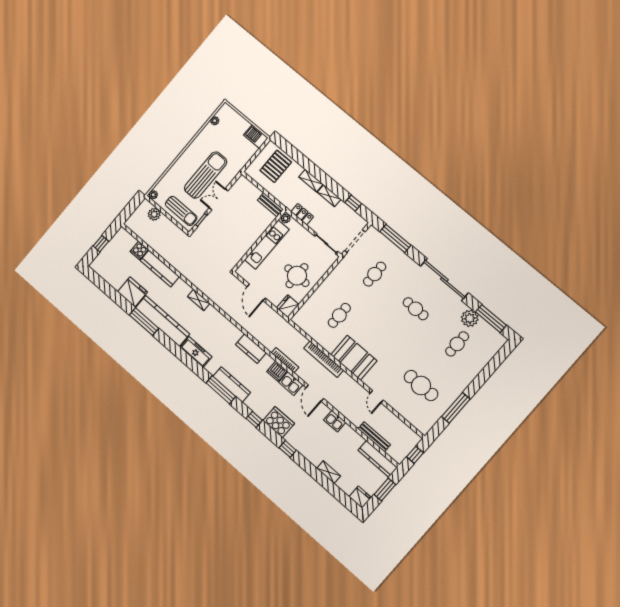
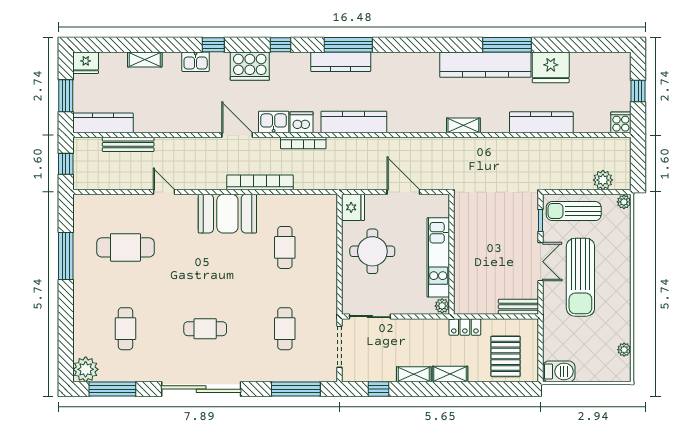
bench: (270, 205) -> (518, 307), moved
locker: (302, 214) -> (465, 327), moved
cooker: (139, 251) -> (621, 122), moved
plant: (470, 318) -> (86, 369), moved
kitchen counter: (251, 349) -> (354, 122), width x1.50
freezer: (196, 352) -> (415, 63), removed
kitchen sink: (335, 421) -> (196, 62), moved, turned 180

